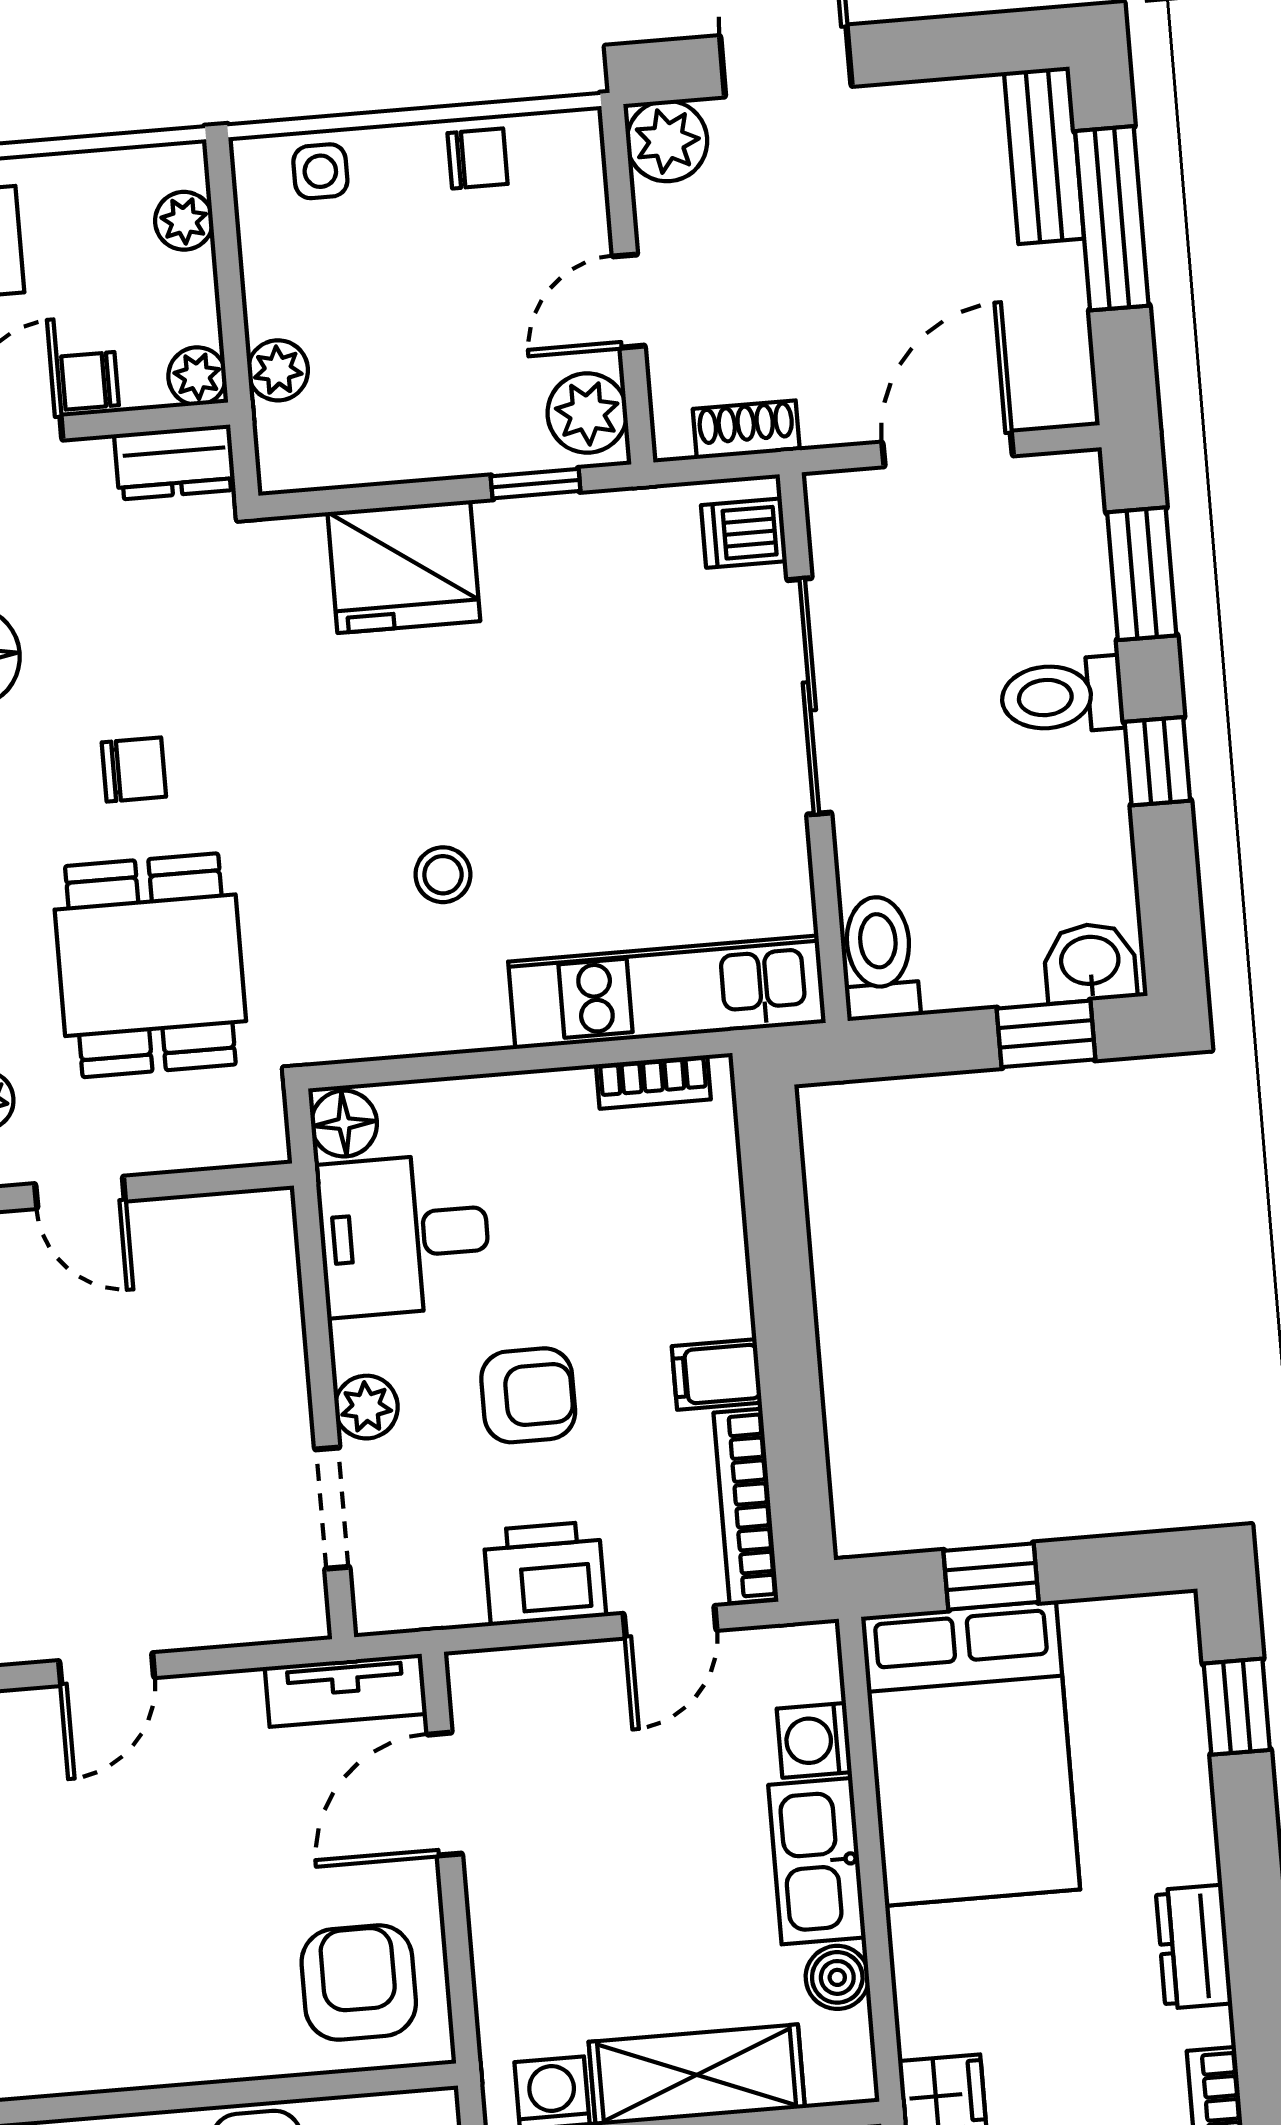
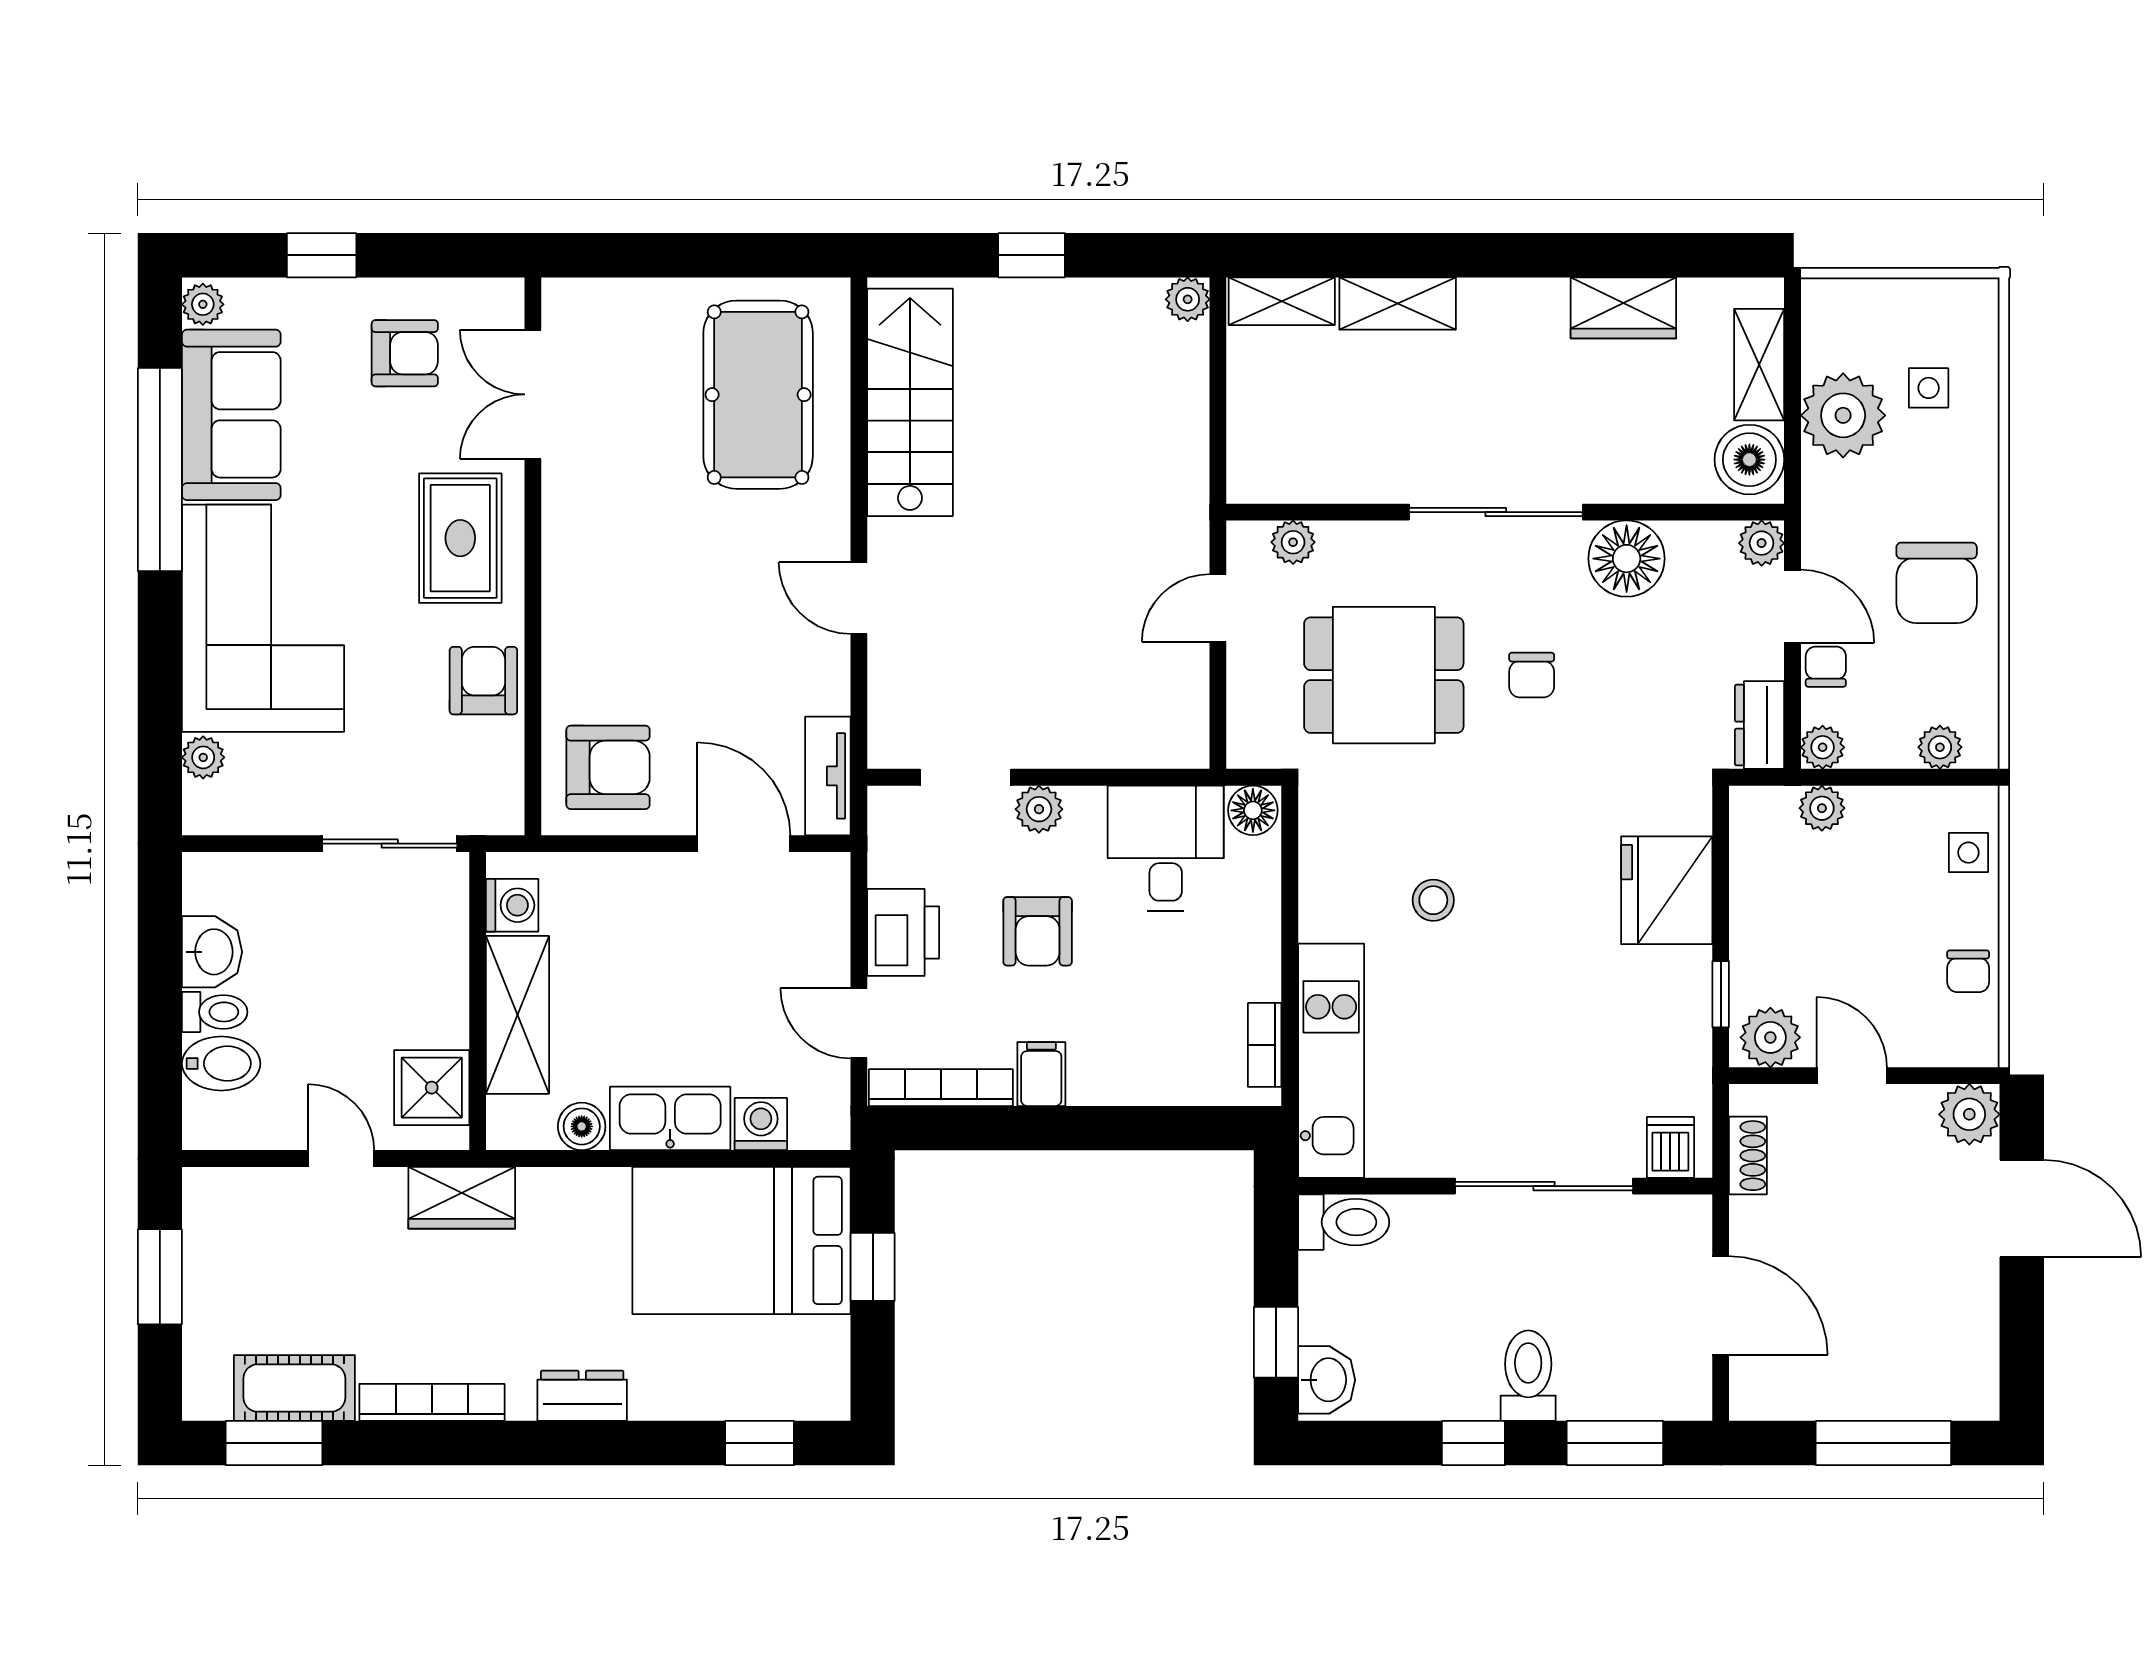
bench: (1044, 155) -> (1935, 1396), removed

